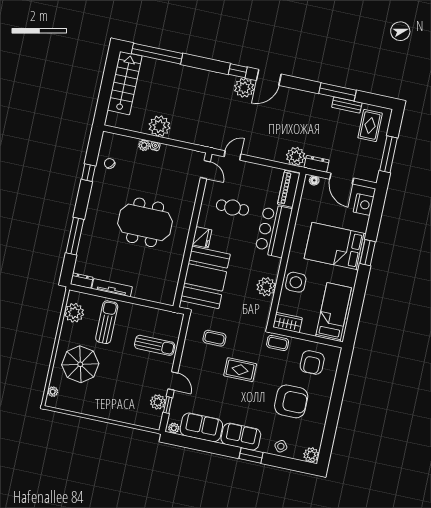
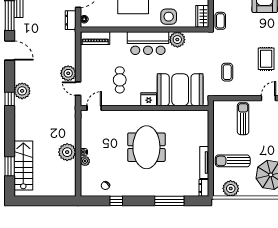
window: (157, 54) -> (10, 166), width x0.47
door: (269, 77) -> (10, 51), moved
stairs: (125, 83) -> (23, 166), moved, turned 90
plant: (296, 156) -> (68, 73), moved
bar counter: (274, 230) -> (148, 43), moved
rug: (240, 370) -> (266, 59), moved

